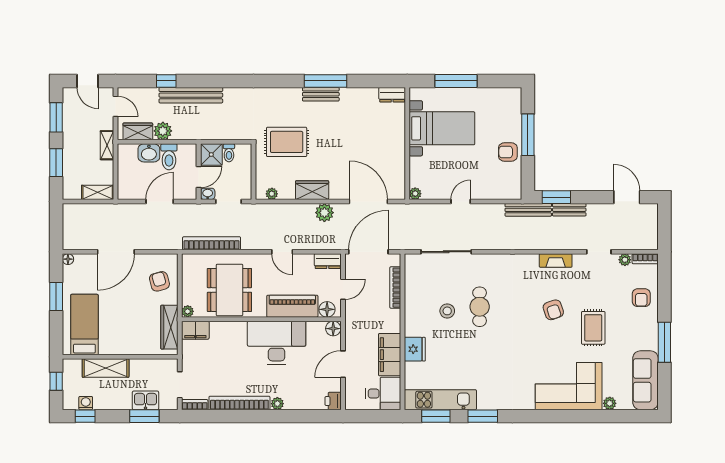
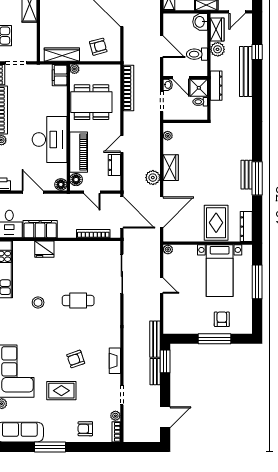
dresser: (392, 95) -> (246, 227), width x1.44
dresser: (209, 133) -> (216, 86), added
rug: (287, 142) -> (216, 223), moved
armchair: (508, 152) -> (222, 319), moved
washbasin: (149, 153) -> (200, 22), moved
dresser: (328, 261) -> (114, 165), moved
stool: (447, 311) -> (38, 303), moved

